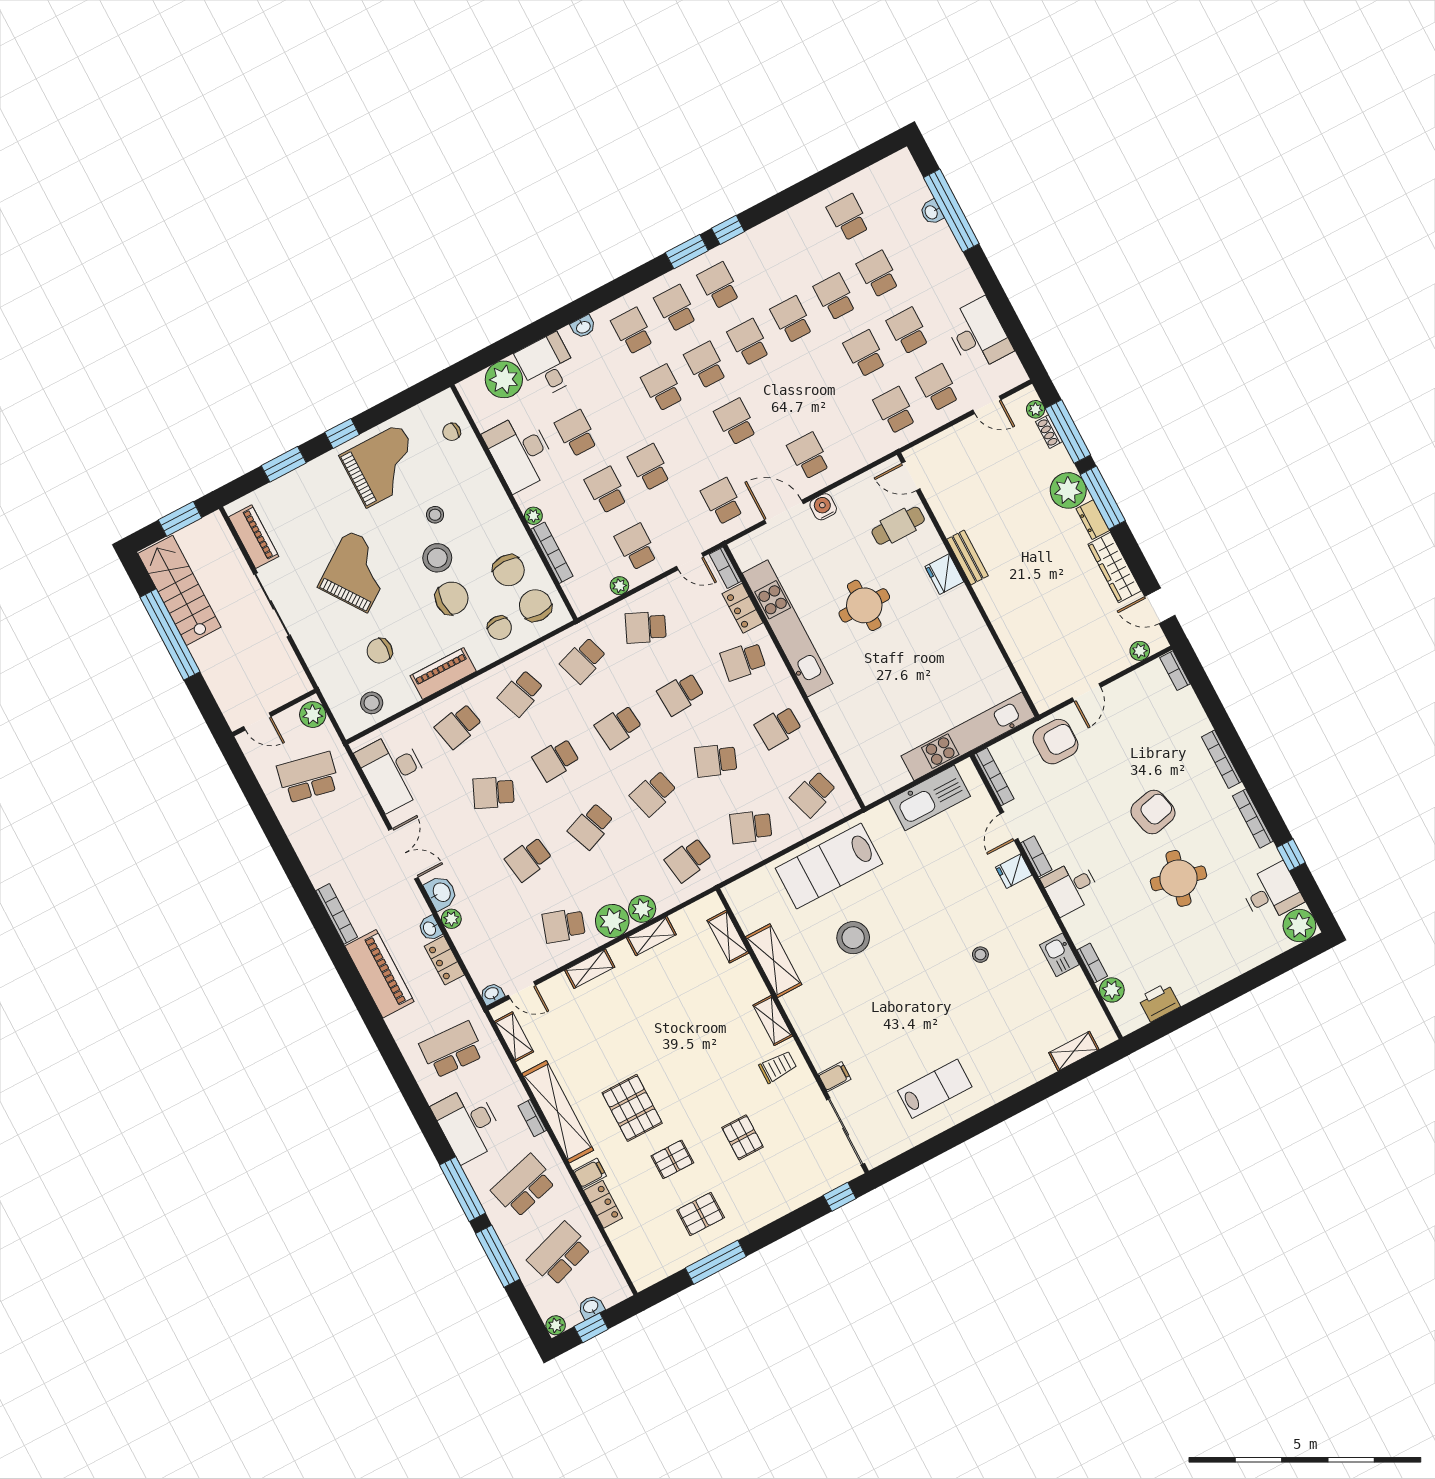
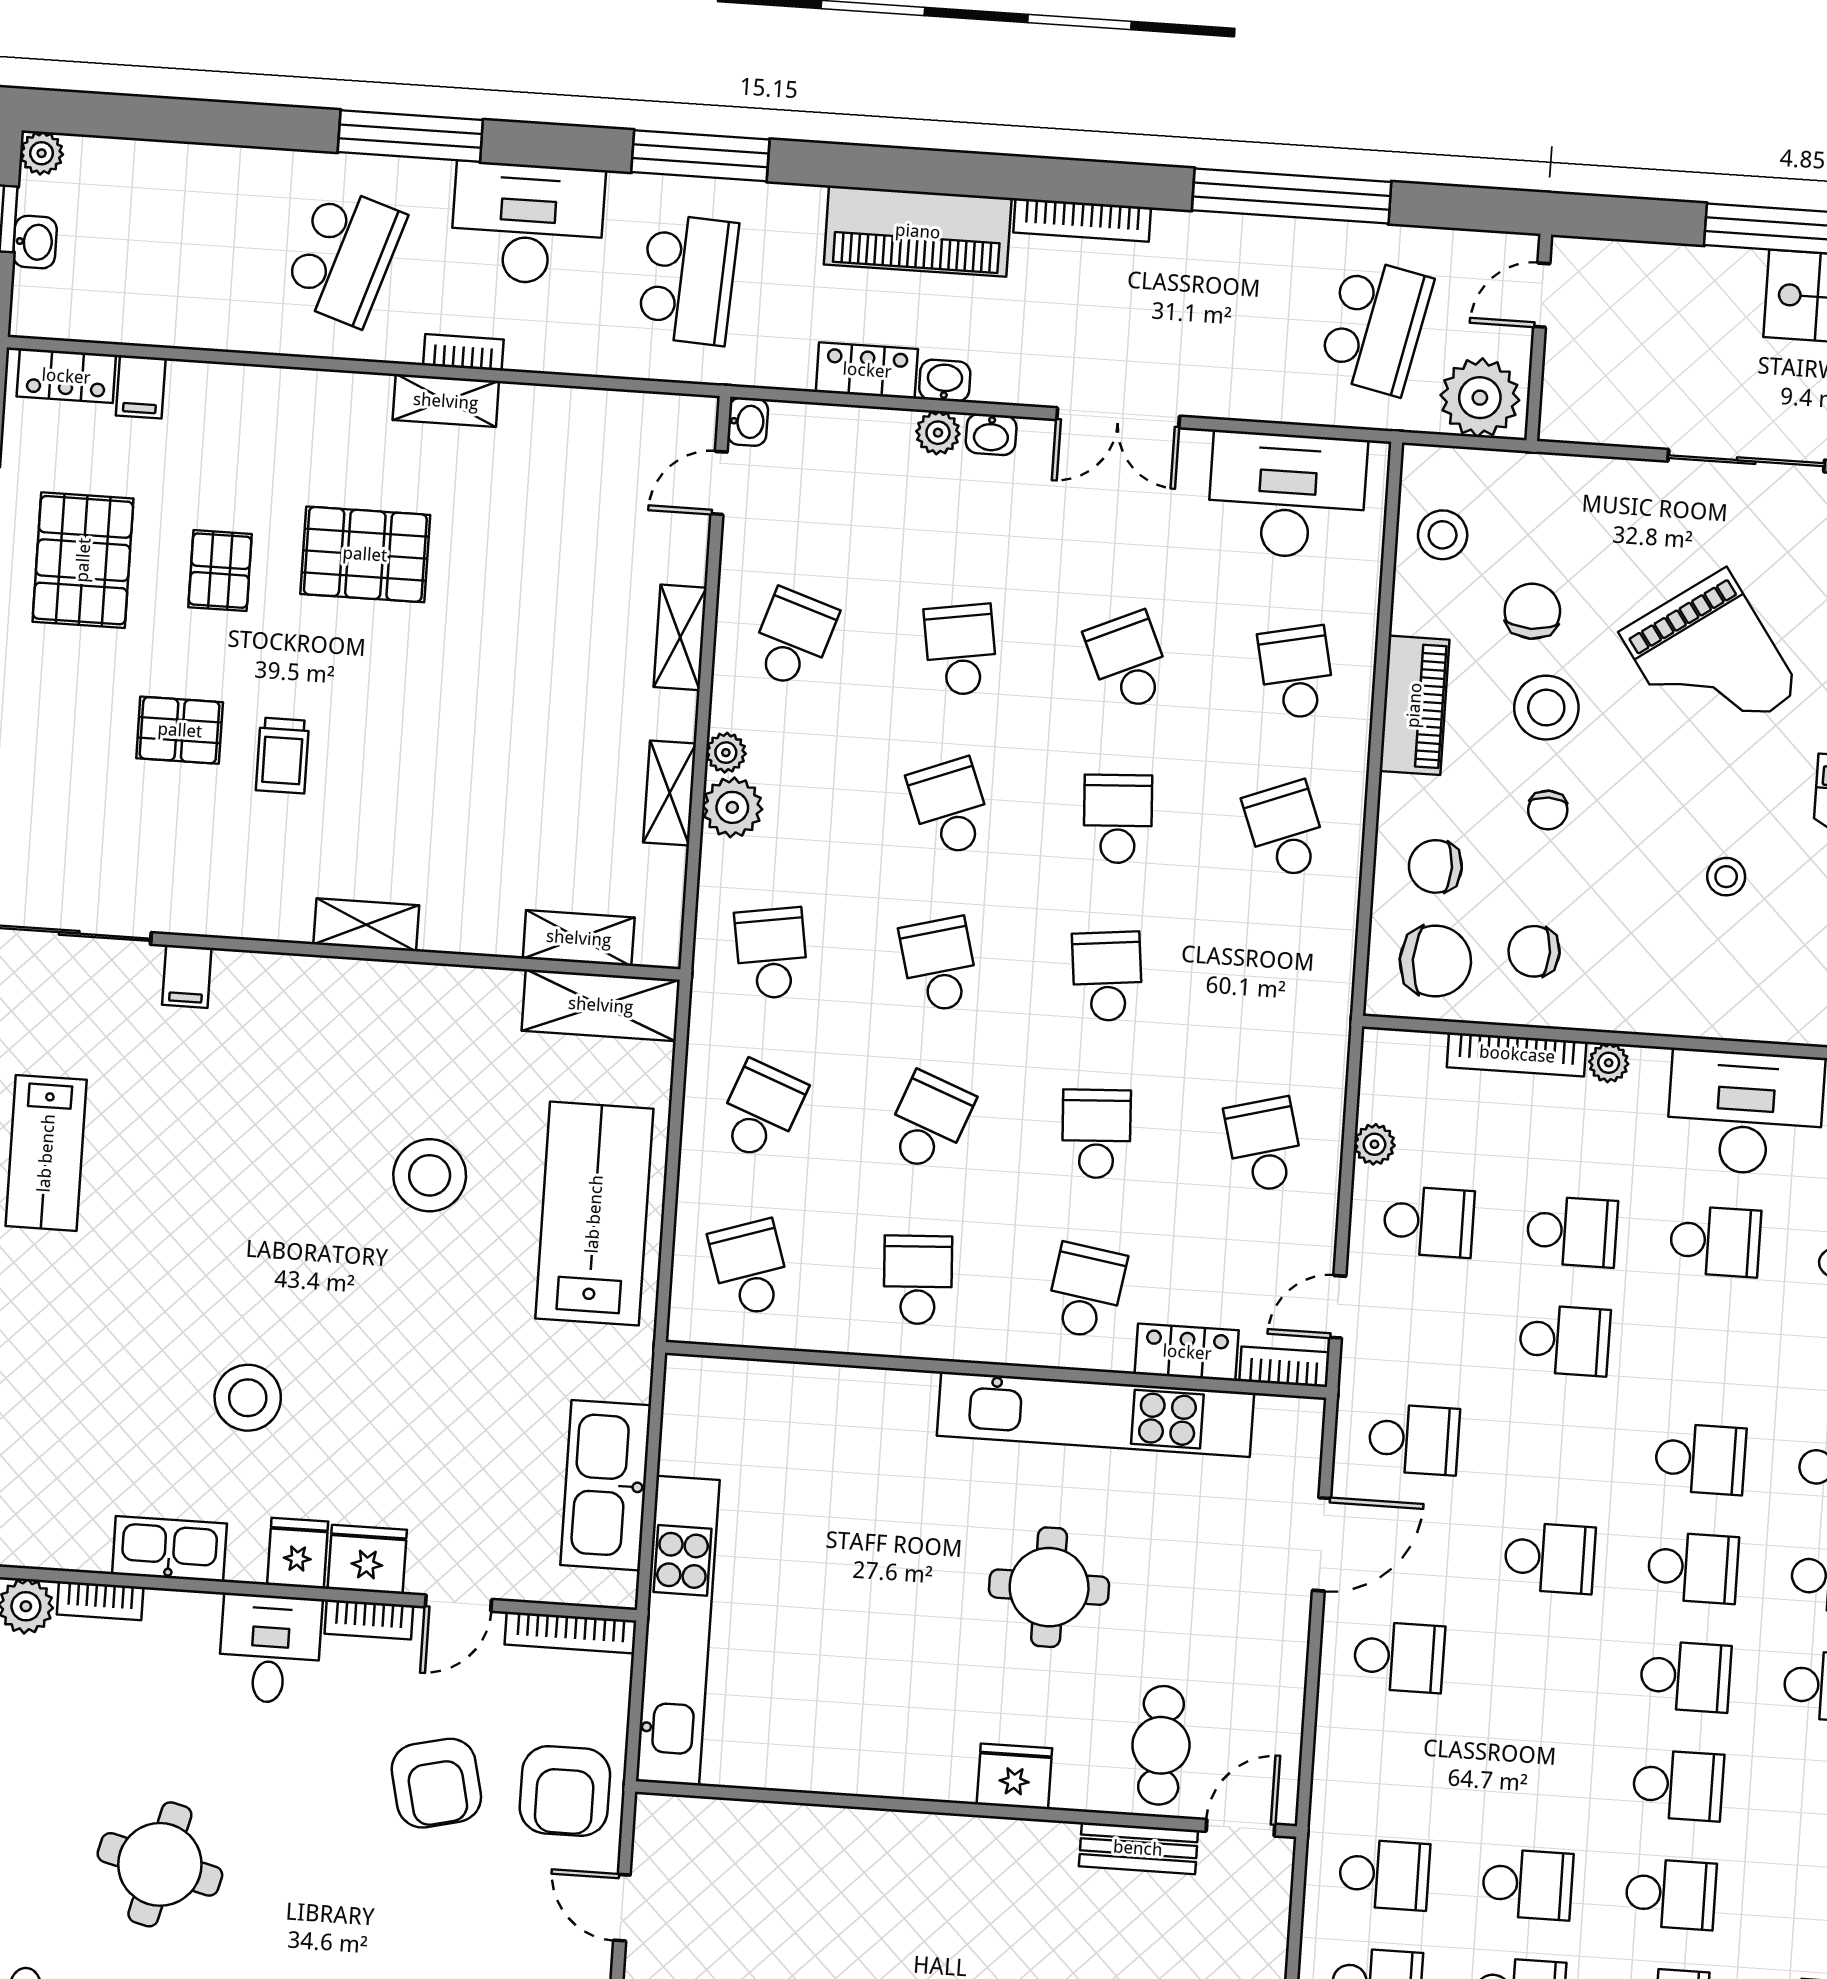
water cooler: (823, 507) -> (1285, 1625), removed
bench: (968, 557) -> (1138, 1848), moved
stool: (437, 558) -> (1546, 708), moved
chair: (509, 570) -> (1534, 951), width x0.73, depth x0.73
chair: (452, 598) -> (1548, 810), width x0.54, depth x0.54
school desk: (646, 627) -> (1264, 1145), turned -39
school desk: (583, 660) -> (1275, 988), removed
plant: (313, 715) -> (1480, 398), width x1.36, depth x1.36
school desk: (494, 793) -> (1129, 661), turned -48
armchair: (1153, 812) -> (436, 1783), moved
door: (1009, 826) -> (458, 1603), swing flipped
window: (278, 840) -> (1292, 196), added
fridge: (1014, 871) -> (367, 1559), width x1.38
washbasin: (441, 893) -> (991, 434), width x0.72, depth x0.69
fridge: (1028, 899) -> (298, 1553), added
plant: (612, 921) -> (726, 753), width x0.53, depth x0.53
stool: (980, 955) -> (248, 1398), width x1.89, depth x1.89
kitchen sink: (1059, 955) -> (169, 1549), width x1.38
shelving: (774, 961) -> (601, 1005), moved
shelving: (514, 1037) -> (640, 413), removed
trolley: (778, 1067) -> (283, 755), moved
shelving: (558, 1112) -> (446, 401), width x0.45, depth x0.75
filing cabinet: (590, 1173) -> (141, 387), moved
school desk: (524, 1186) -> (344, 256), turned 33
locker: (603, 1204) -> (66, 376), moved
pallet: (701, 1214) -> (83, 560), width x1.50, depth x1.42
school desk: (559, 1254) -> (173, 244), removed
window: (498, 1256) -> (700, 156), moved

